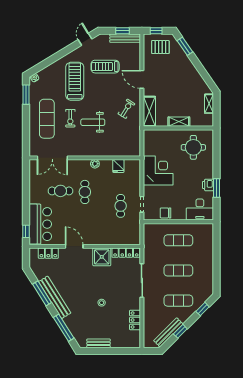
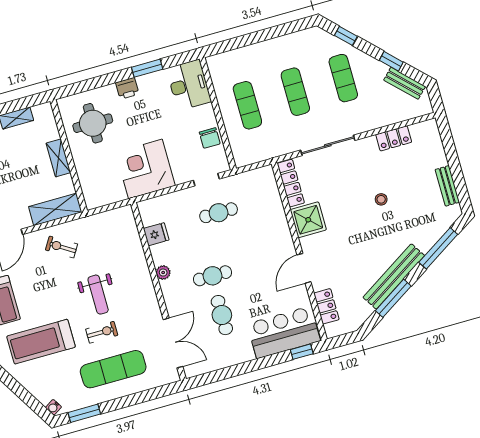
printer: (208, 185) -> (127, 88), moved
bench: (168, 332) -> (405, 83), width x0.73

